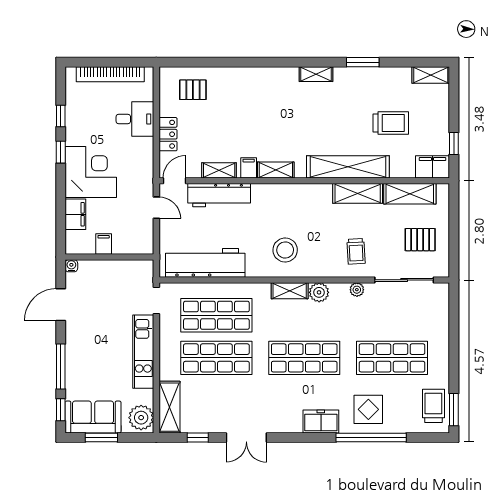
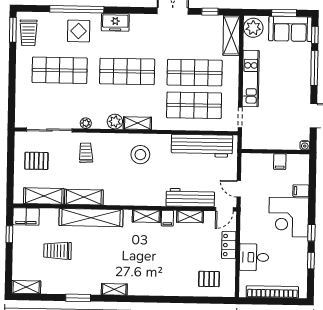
filing cabinet: (75, 214) -> (301, 191), width x0.50

